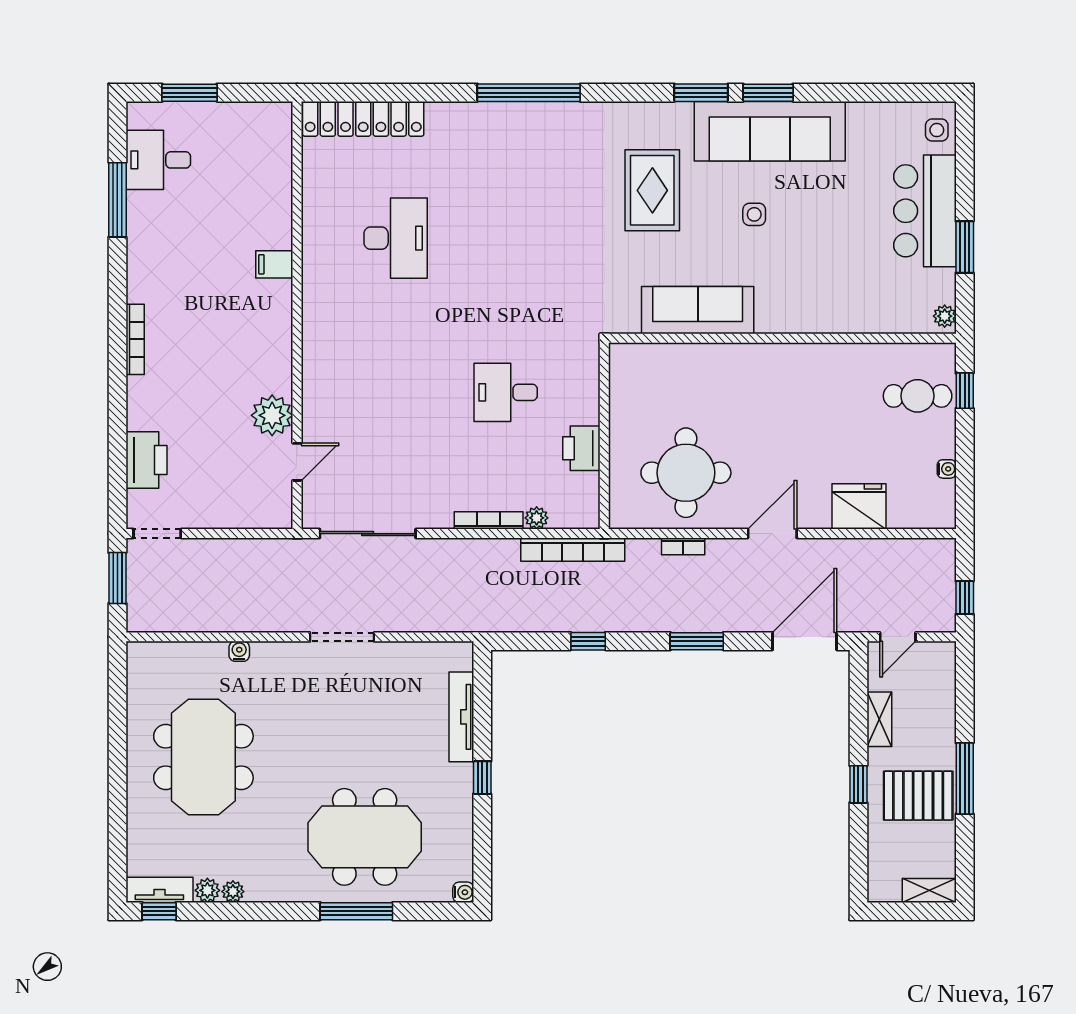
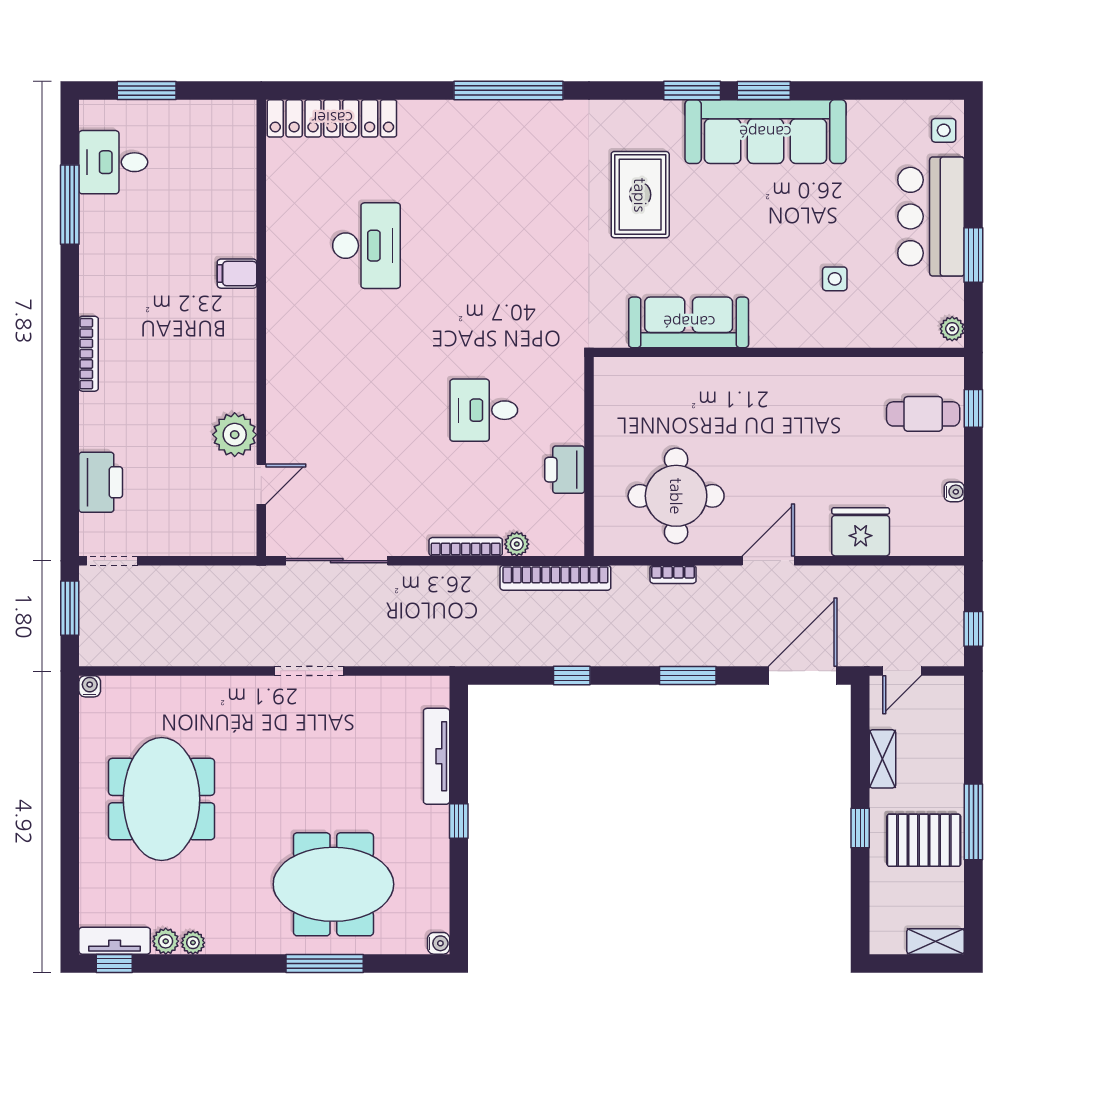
side table: (754, 214) -> (835, 279), moved
water cooler: (239, 651) -> (90, 686), moved

